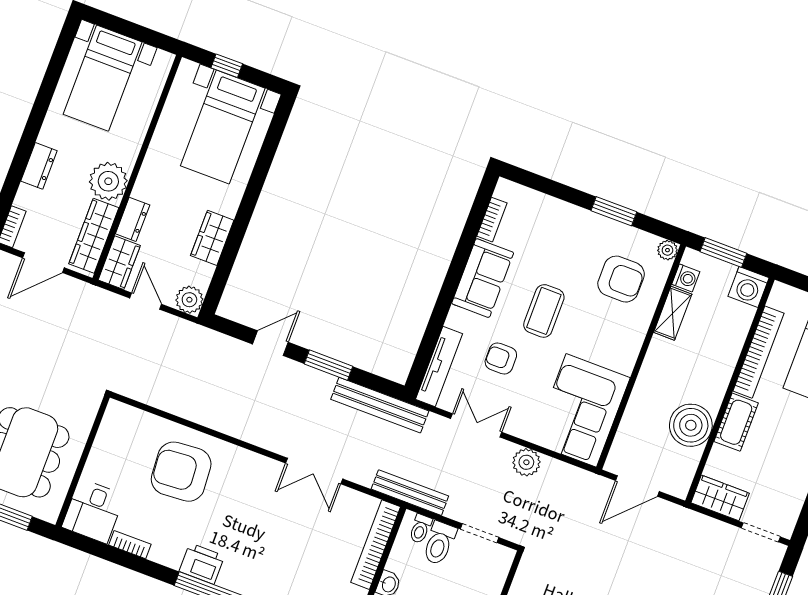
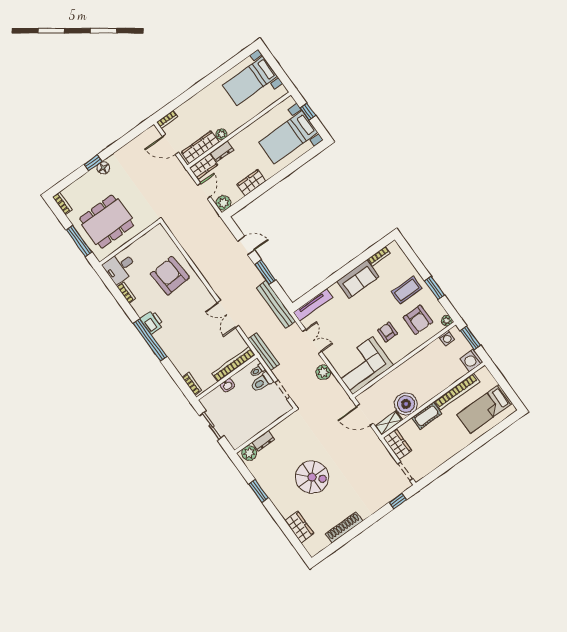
dresser: (39, 166) -> (197, 101), removed
plant: (108, 181) -> (221, 134), width x0.53, depth x0.53
coffee table: (544, 311) -> (407, 290), moved
shelving: (673, 313) -> (389, 423), moved
armchair: (501, 358) -> (388, 332), moved

